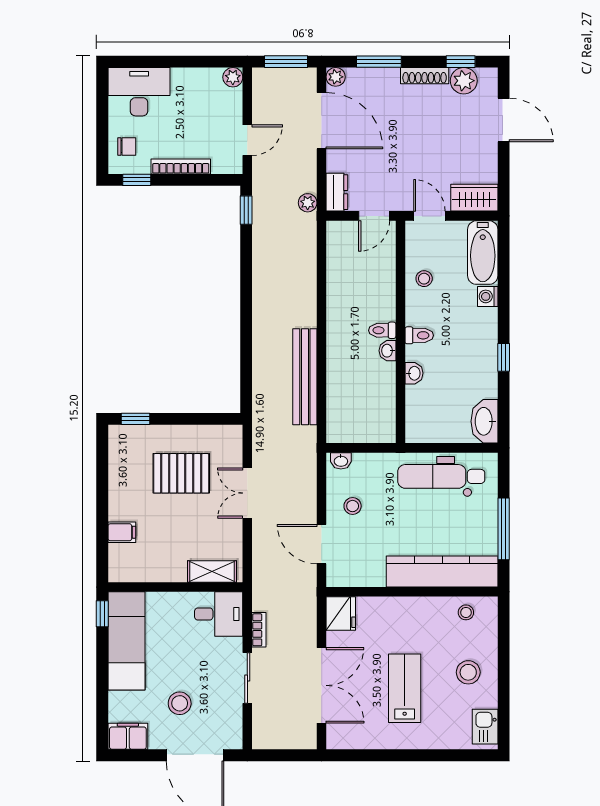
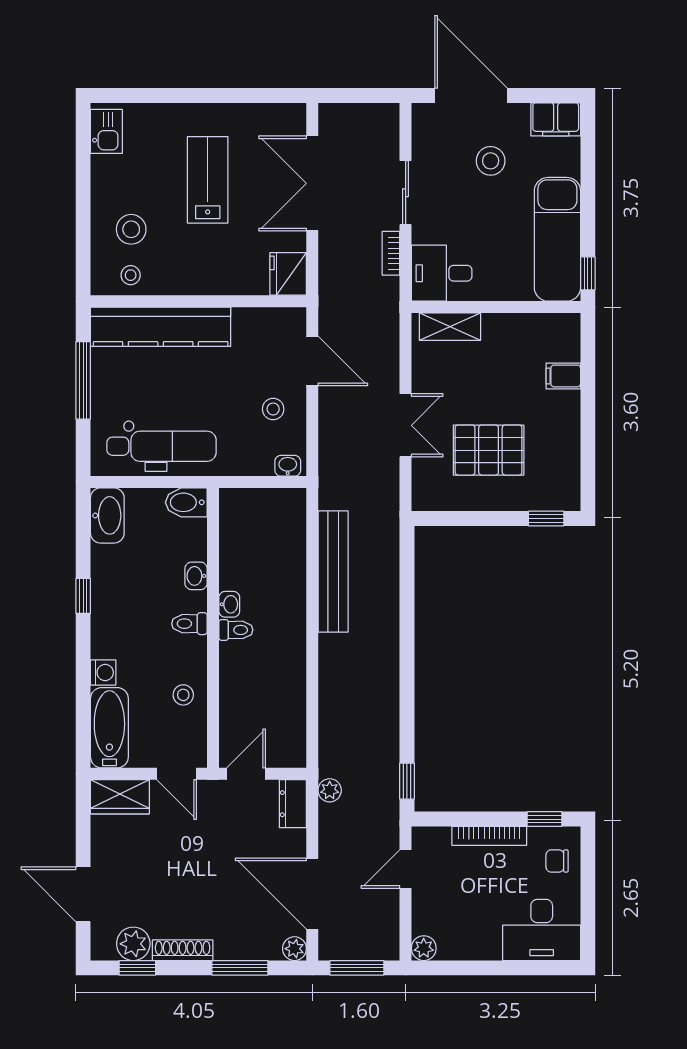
bidet: (422, 432) -> (186, 502), added
stool: (468, 672) -> (131, 229), moved
lab bench: (405, 688) -> (208, 180), turned 180

